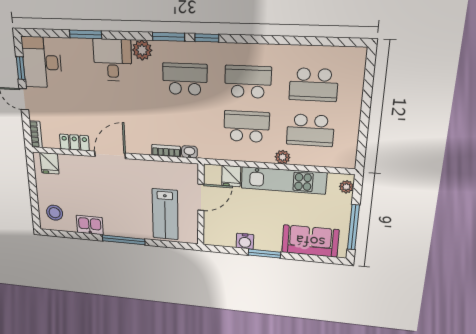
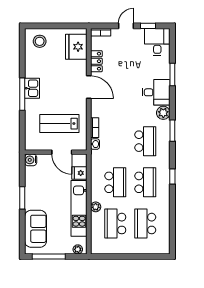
window: (207, 38) -> (172, 176), moved
desk: (42, 62) -> (157, 42), width x0.73
fridge: (49, 163) -> (76, 47), width x1.88, depth x1.34
lab bench: (165, 214) -> (59, 124), moved
kitchen sink: (90, 225) -> (32, 88), moved
water cooler: (245, 241) -> (31, 160), moved

